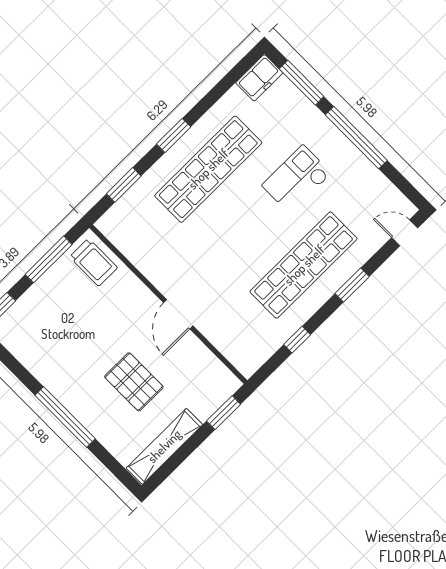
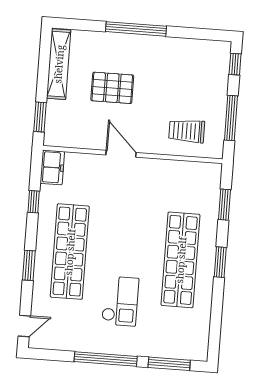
freezer: (259, 78) -> (52, 167), moved, turned 180
trolley: (94, 262) -> (187, 131), moved

